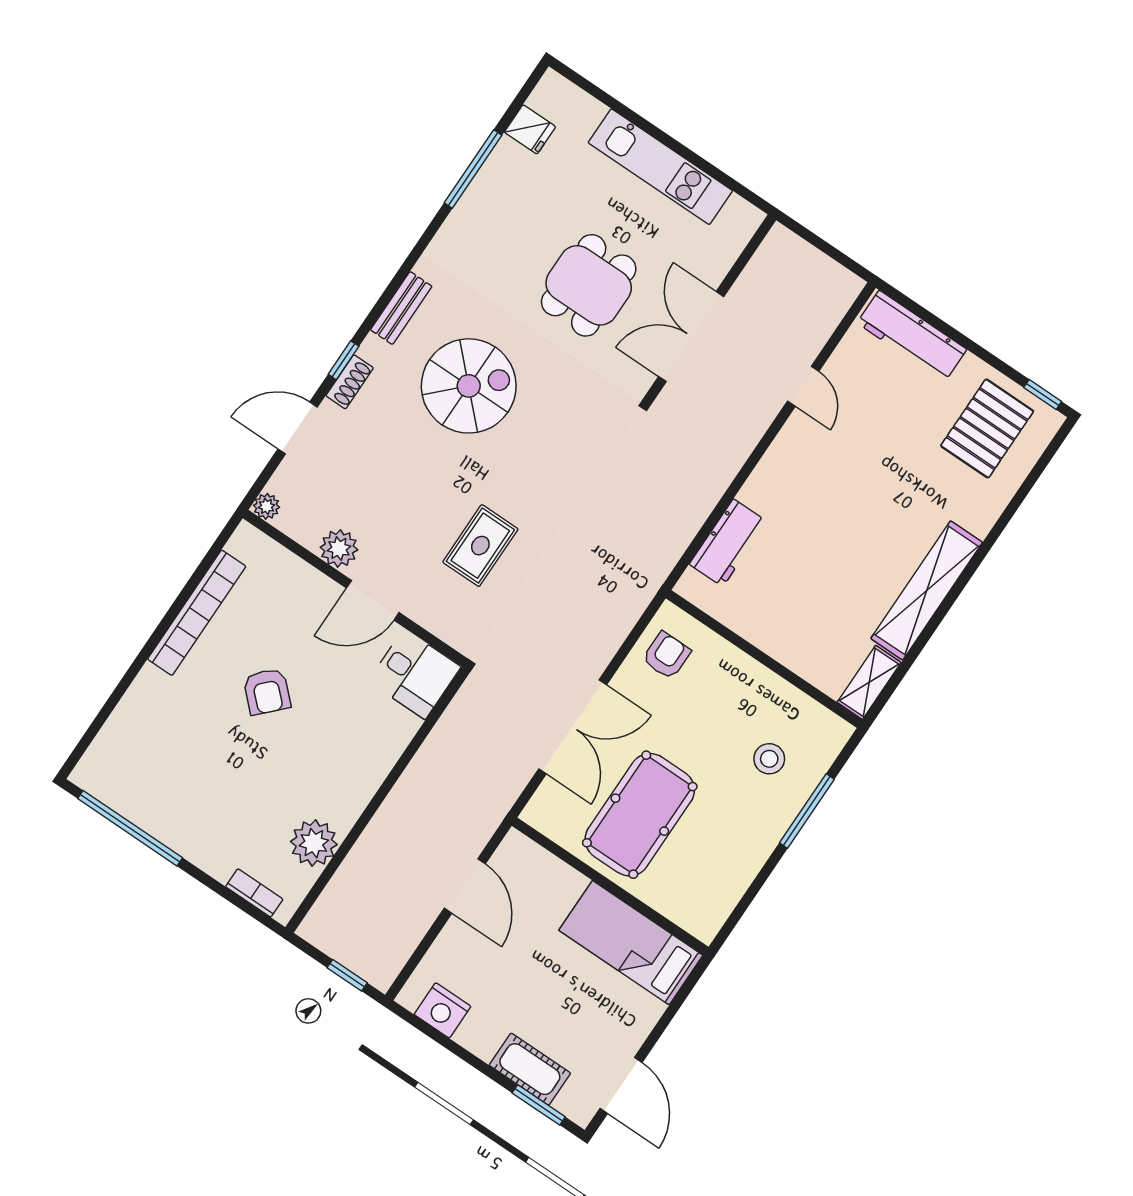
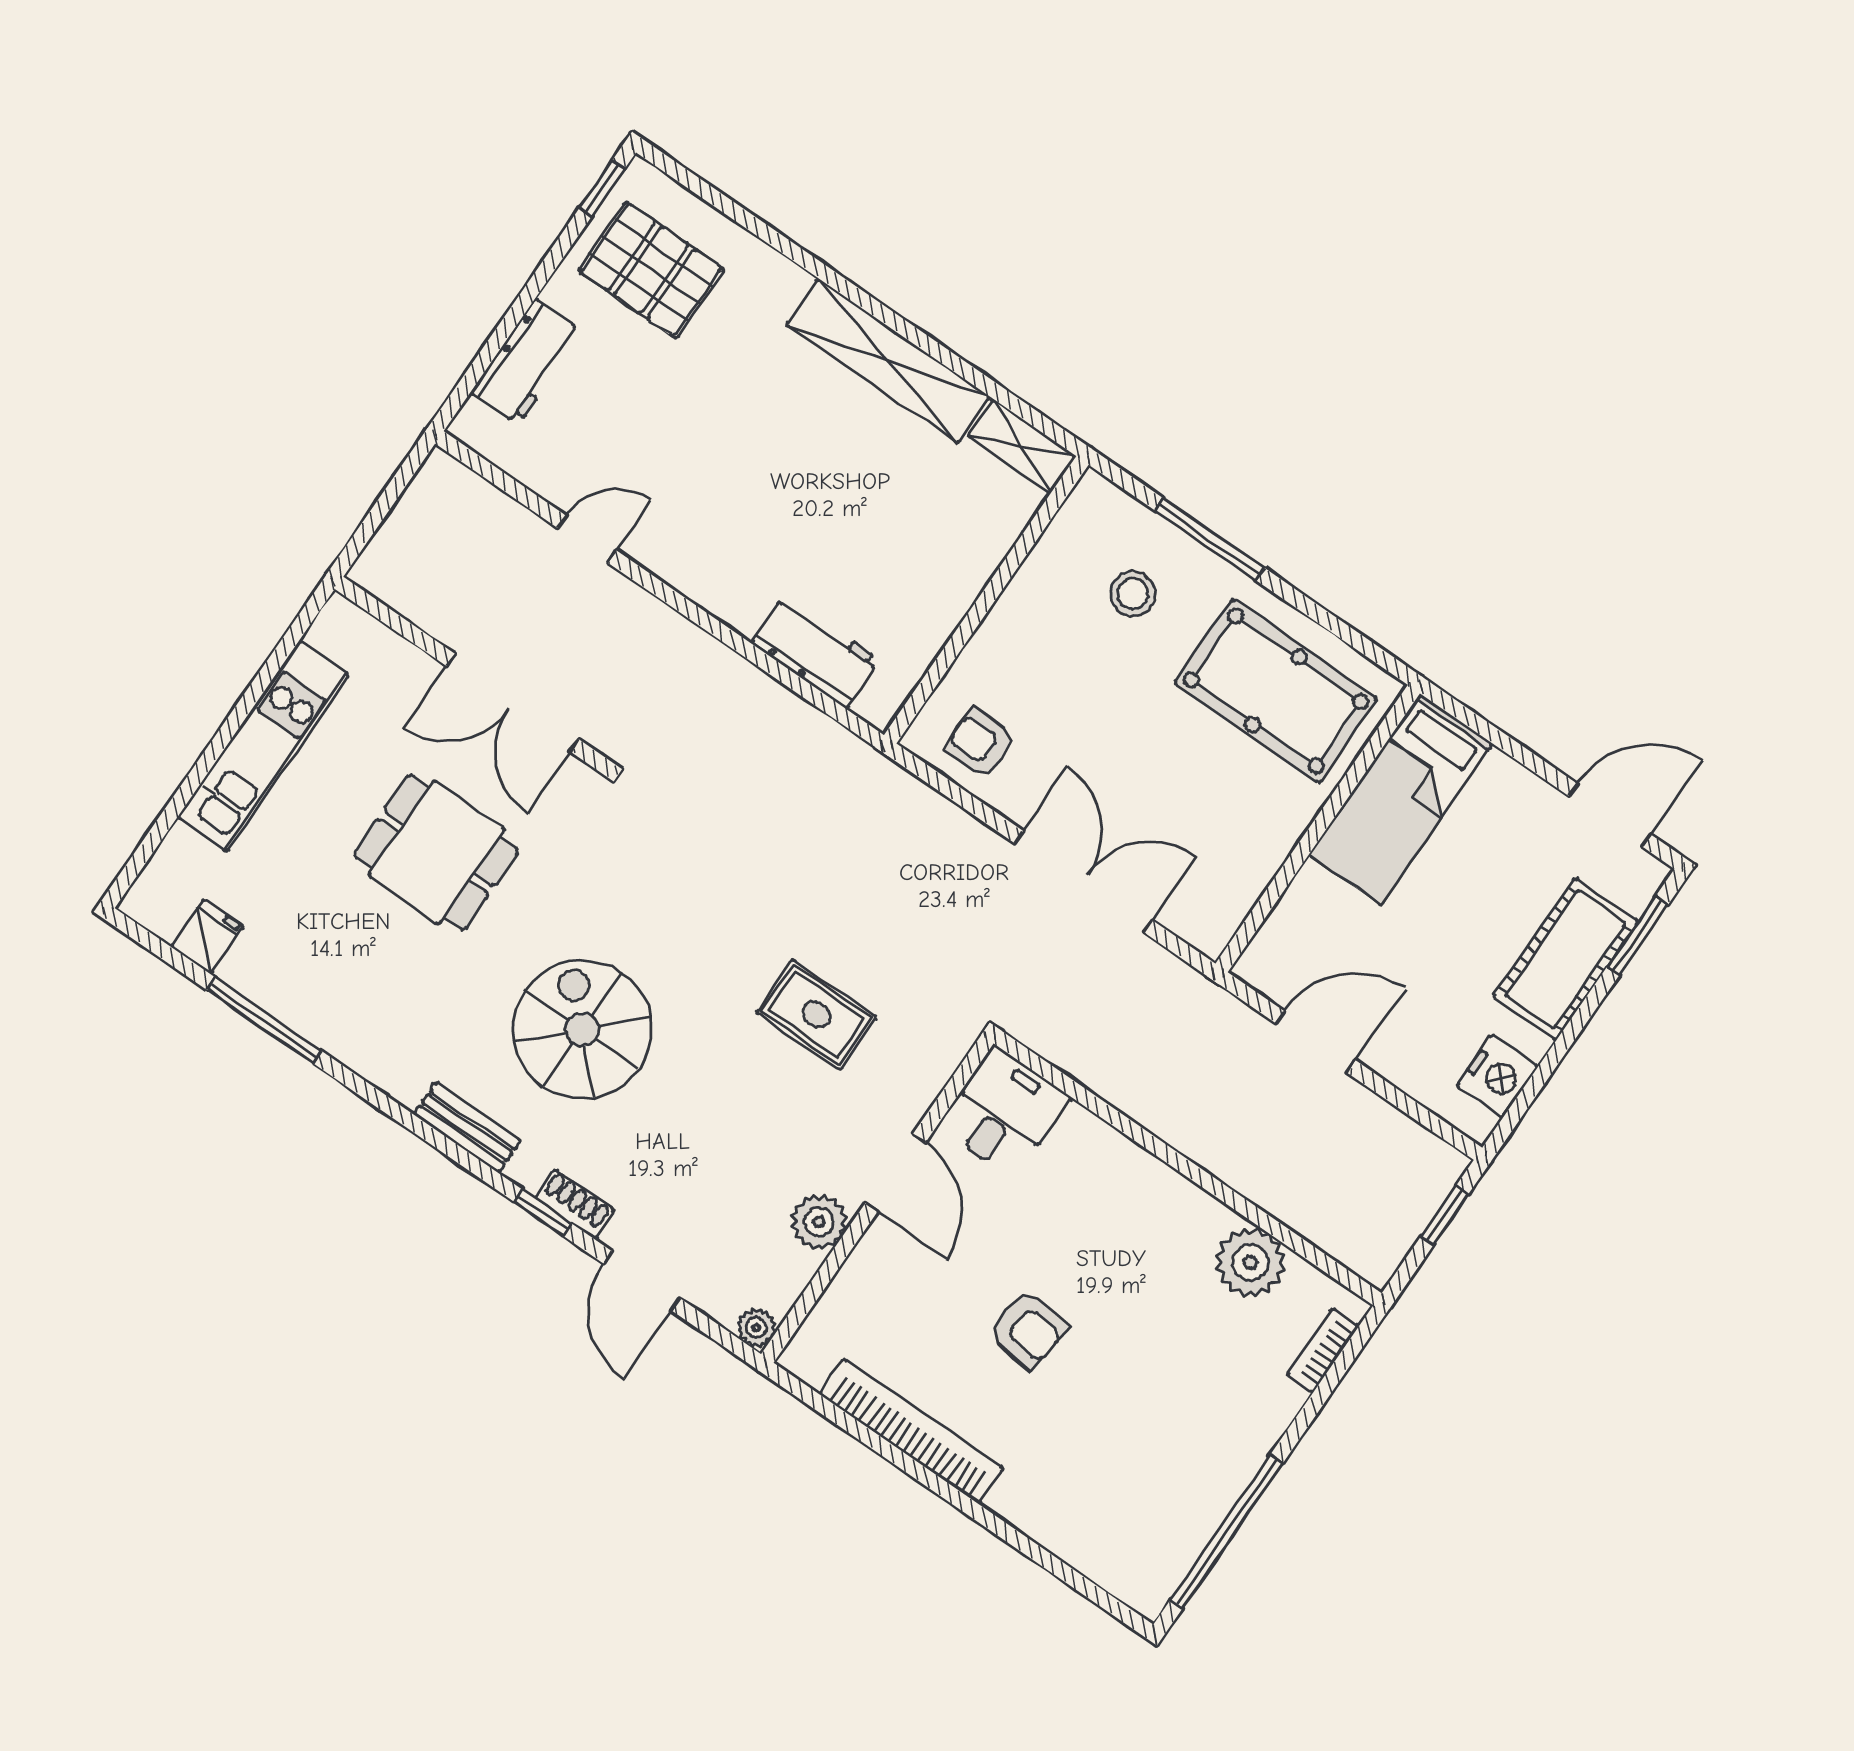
workbench: (912, 336) -> (527, 362), width x0.73
armchair: (267, 692) -> (1028, 1329), turned 53
pool table: (640, 815) -> (1276, 691), moved
cot: (530, 1069) -> (1566, 959), width x1.37, depth x1.34

